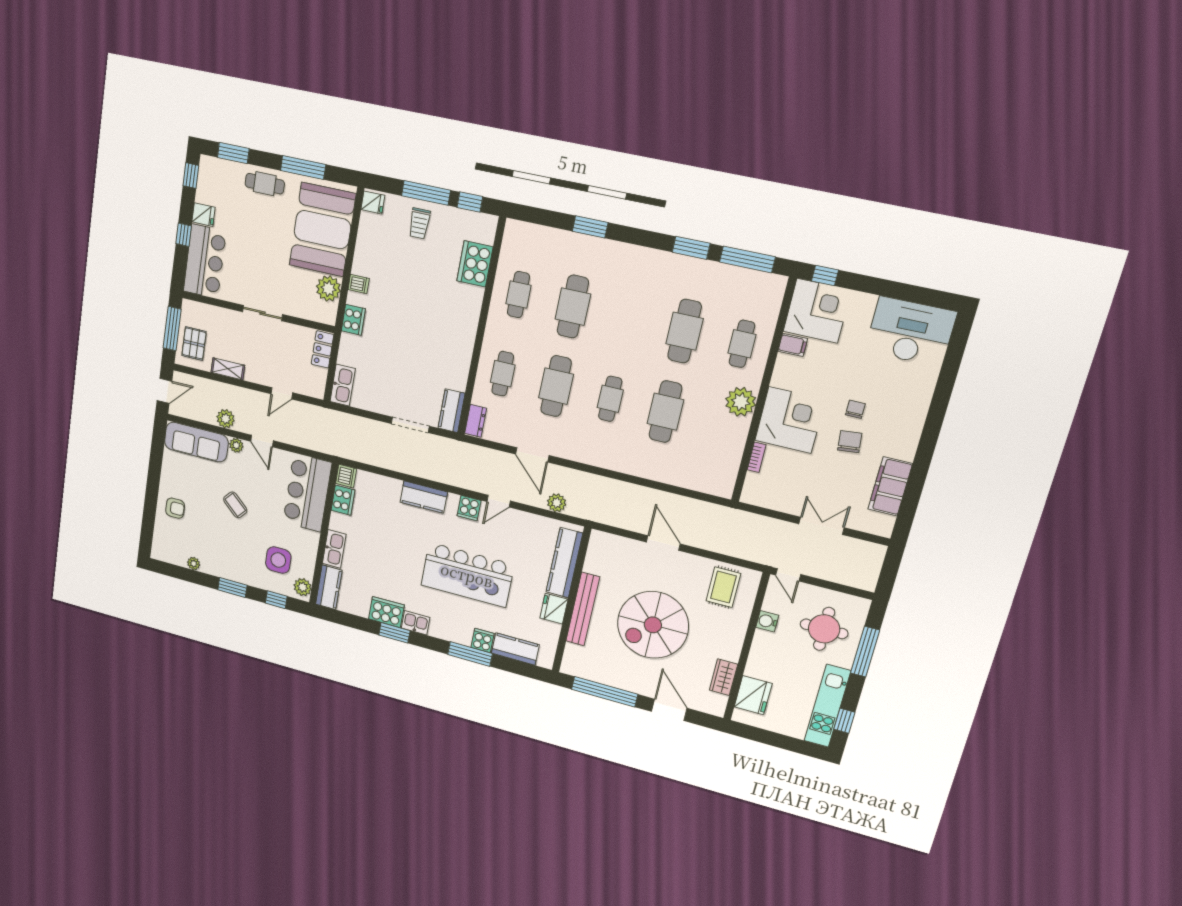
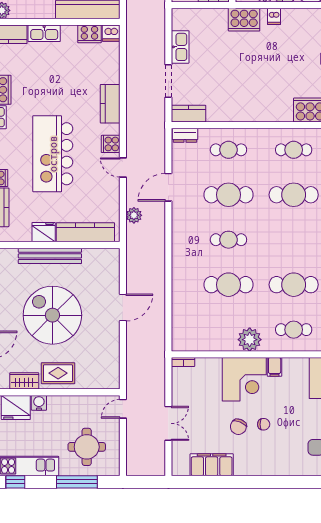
cooker: (353, 320) -> (244, 20), width x1.37, depth x1.31
filing cabinet: (793, 345) -> (275, 367), moved
kitchen sink: (343, 385) -> (180, 47), moved, turned -90
chair: (850, 442) -> (238, 427), turned 118
bookcase: (757, 457) -> (183, 362), moved
rug: (723, 587) -> (58, 373), moved
water cooler: (767, 621) -> (39, 403), moved

